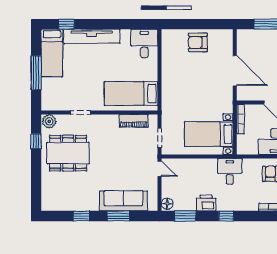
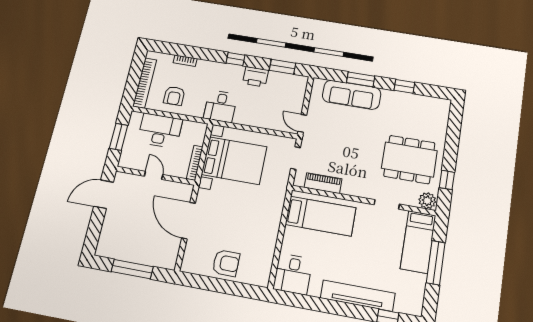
bed: (52, 53) -> (418, 242), moved, turned 180
bed with nightstands: (209, 134) -> (234, 161), width x1.36
floor lamp: (167, 204) -> (301, 83), removed

